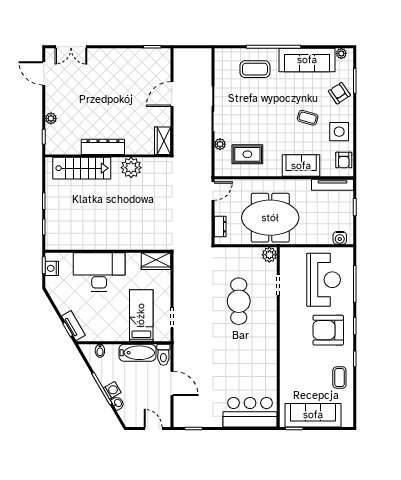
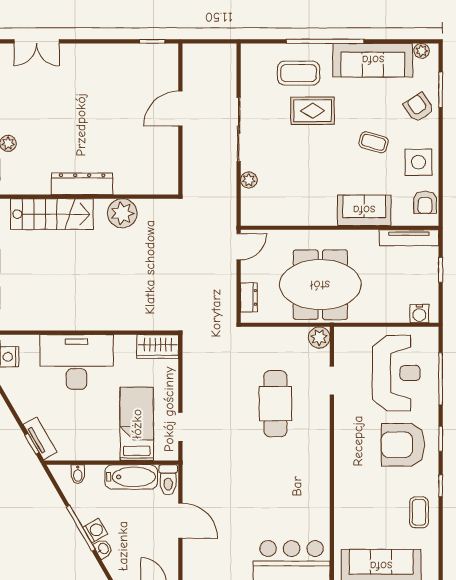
wardrobe: (163, 141) -> (167, 175), removed
rug: (247, 154) -> (312, 111), moved

